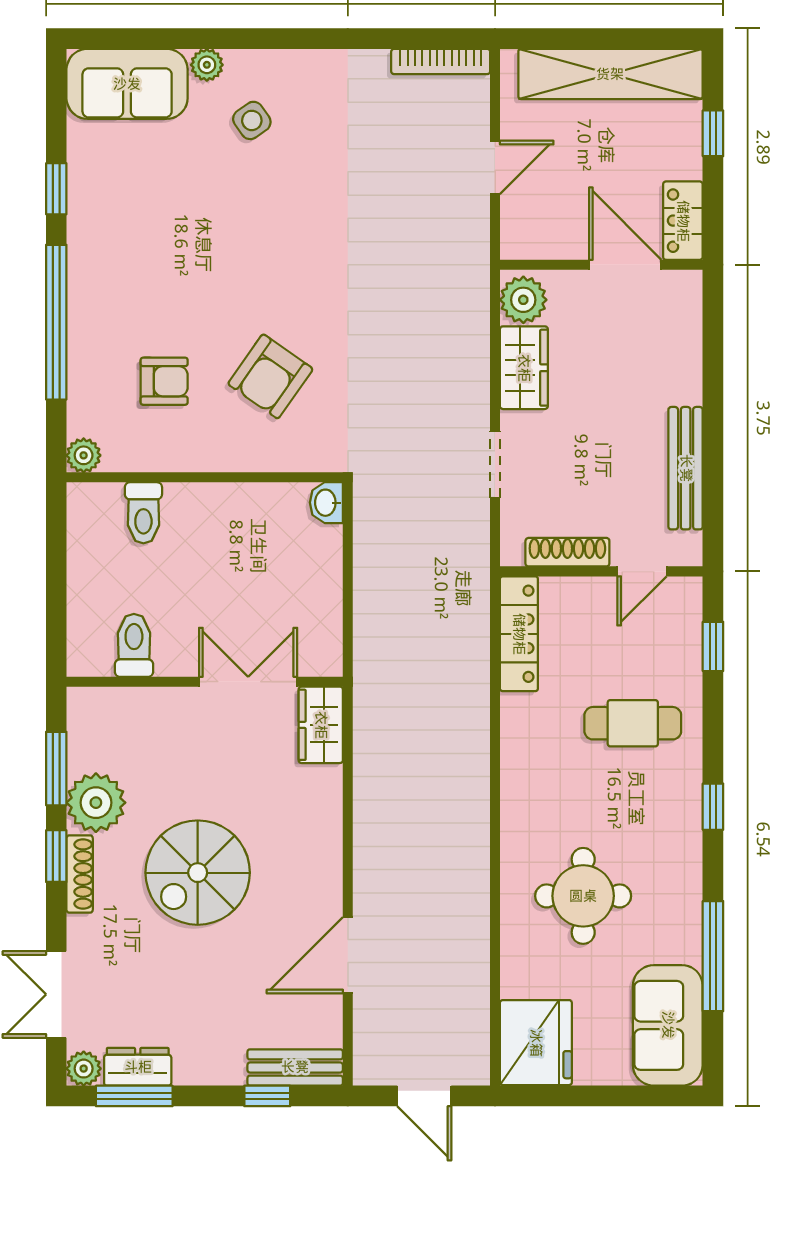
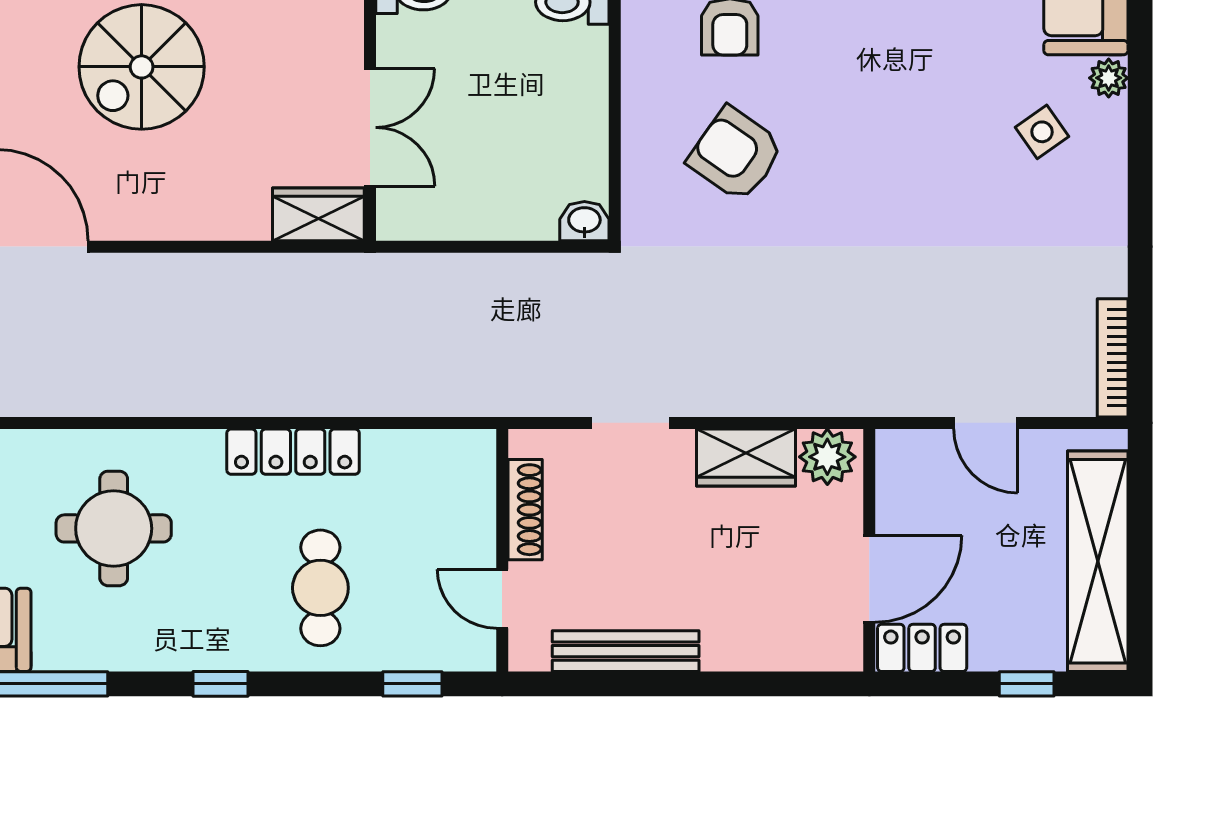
locker: (519, 634) -> (293, 452), moved
spiral stairs: (198, 873) -> (142, 67), turned -90

